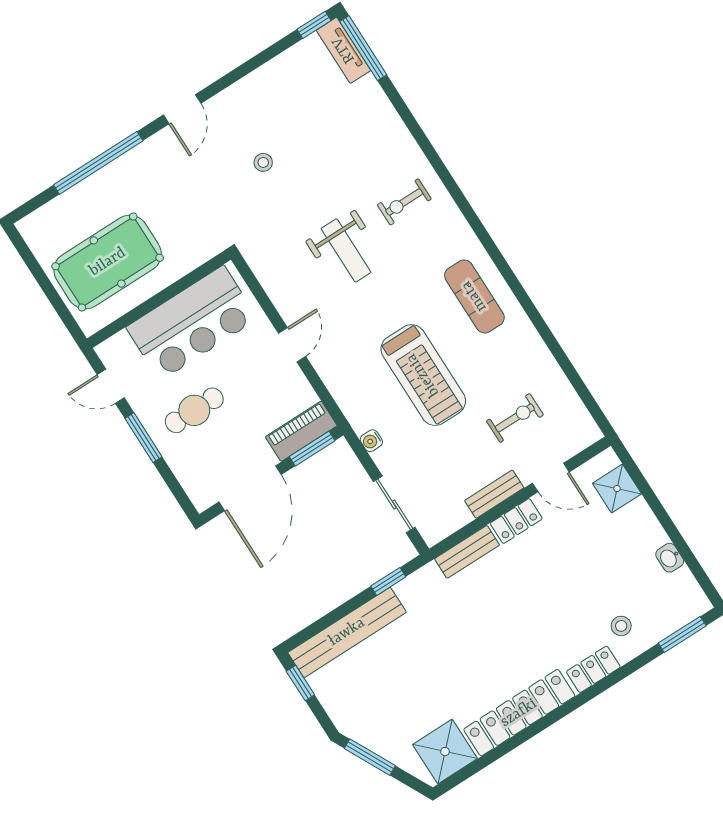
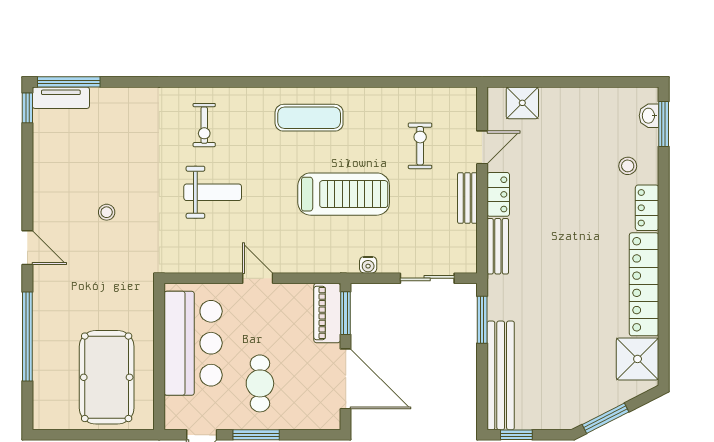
washbasin: (670, 558) -> (649, 116), moved, turned 90
window: (388, 581) -> (482, 320), width x1.50

